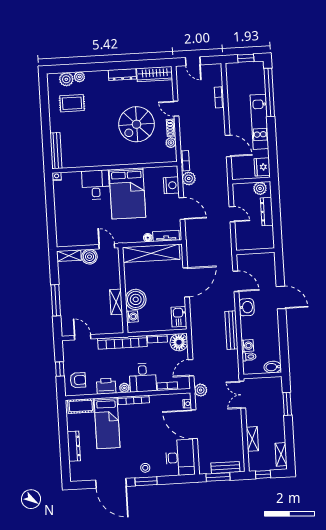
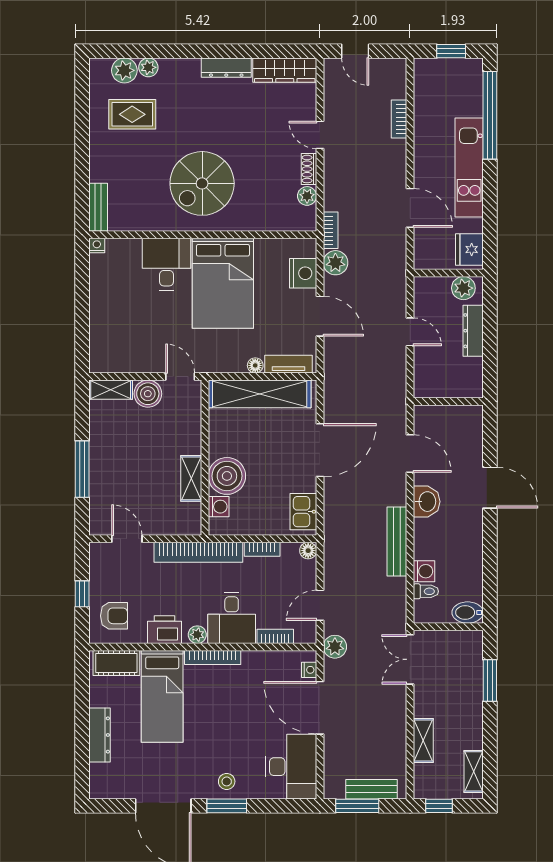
spiral stairs: (136, 124) -> (202, 183), moved
bench: (56, 151) -> (98, 207), width x0.73
floor lamp: (179, 342) -> (308, 551), width x0.53, depth x0.53

